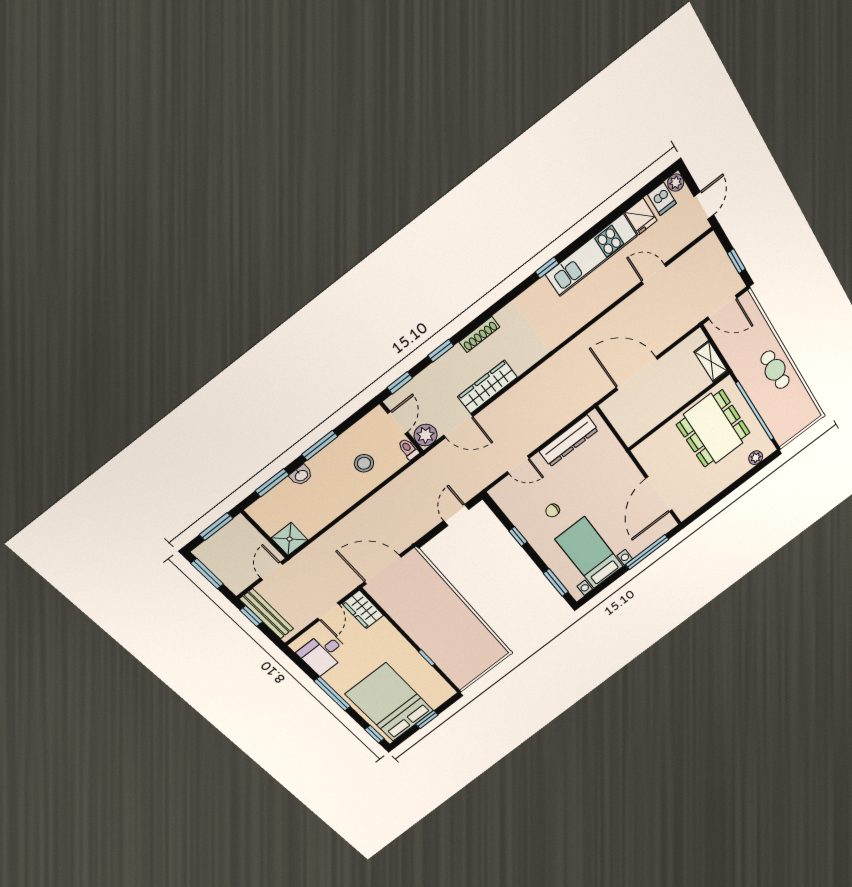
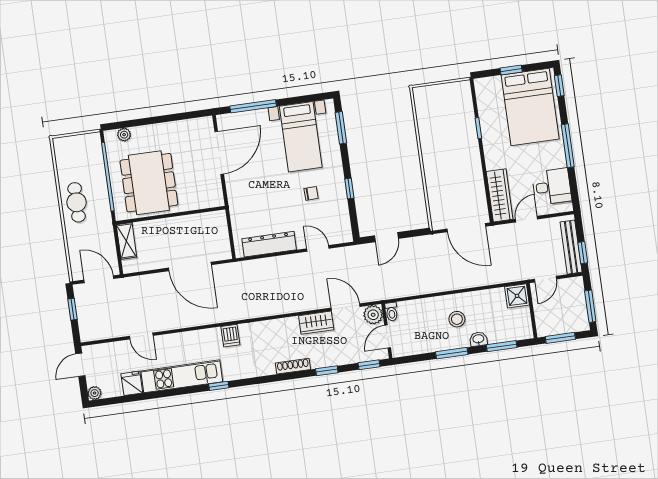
dishwasher: (662, 199) -> (230, 336), moved, turned 180
wardrobe: (488, 387) -> (316, 323), width x0.67
stool: (364, 463) -> (457, 319), moved
wardrobe: (363, 609) -> (500, 195), width x1.50

